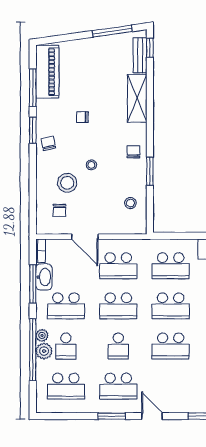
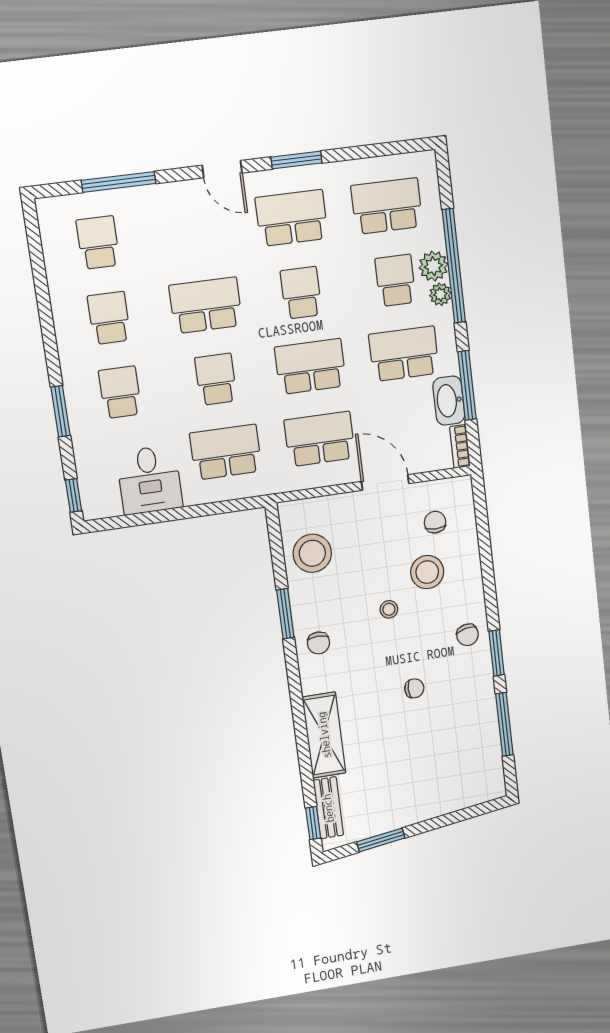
window: (112, 31) -> (381, 840), width x0.69
piano: (47, 72) -> (483, 755), removed
stool: (130, 203) -> (312, 553), width x1.89, depth x1.89
school desk: (171, 306) -> (216, 379), width x0.54

